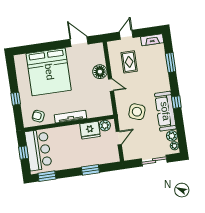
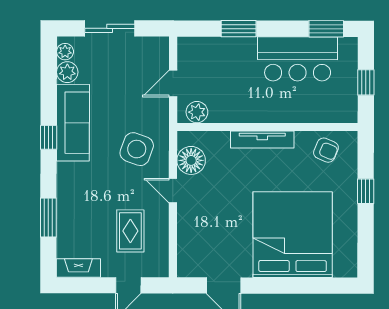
floor lamp: (100, 72) -> (191, 160), moved
side table: (137, 112) -> (137, 149), moved
fridge: (90, 130) -> (228, 107), removed
bar counter: (38, 150) -> (298, 59), moved, turned -90

